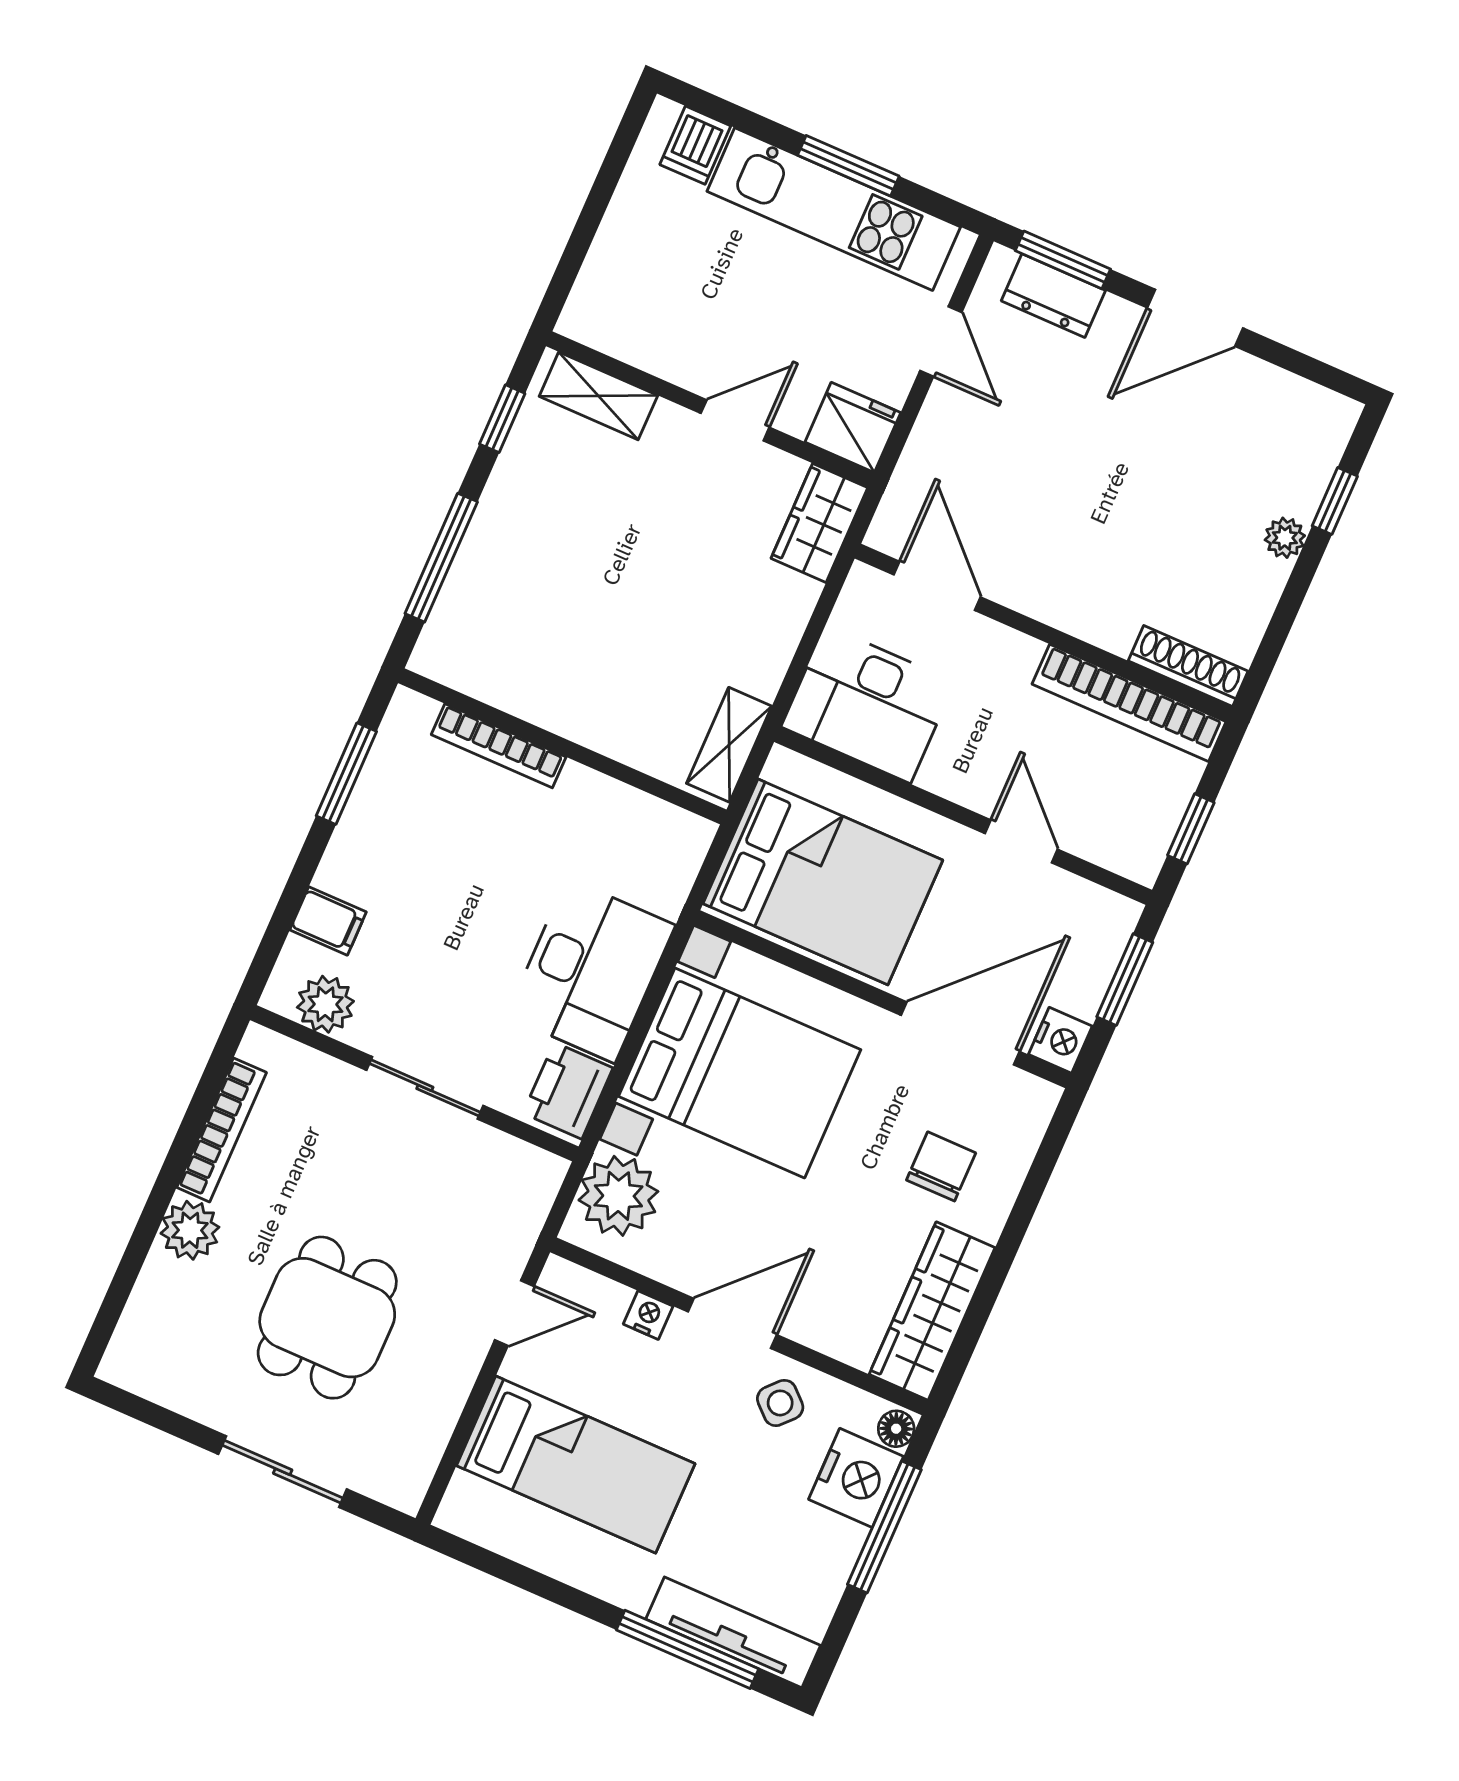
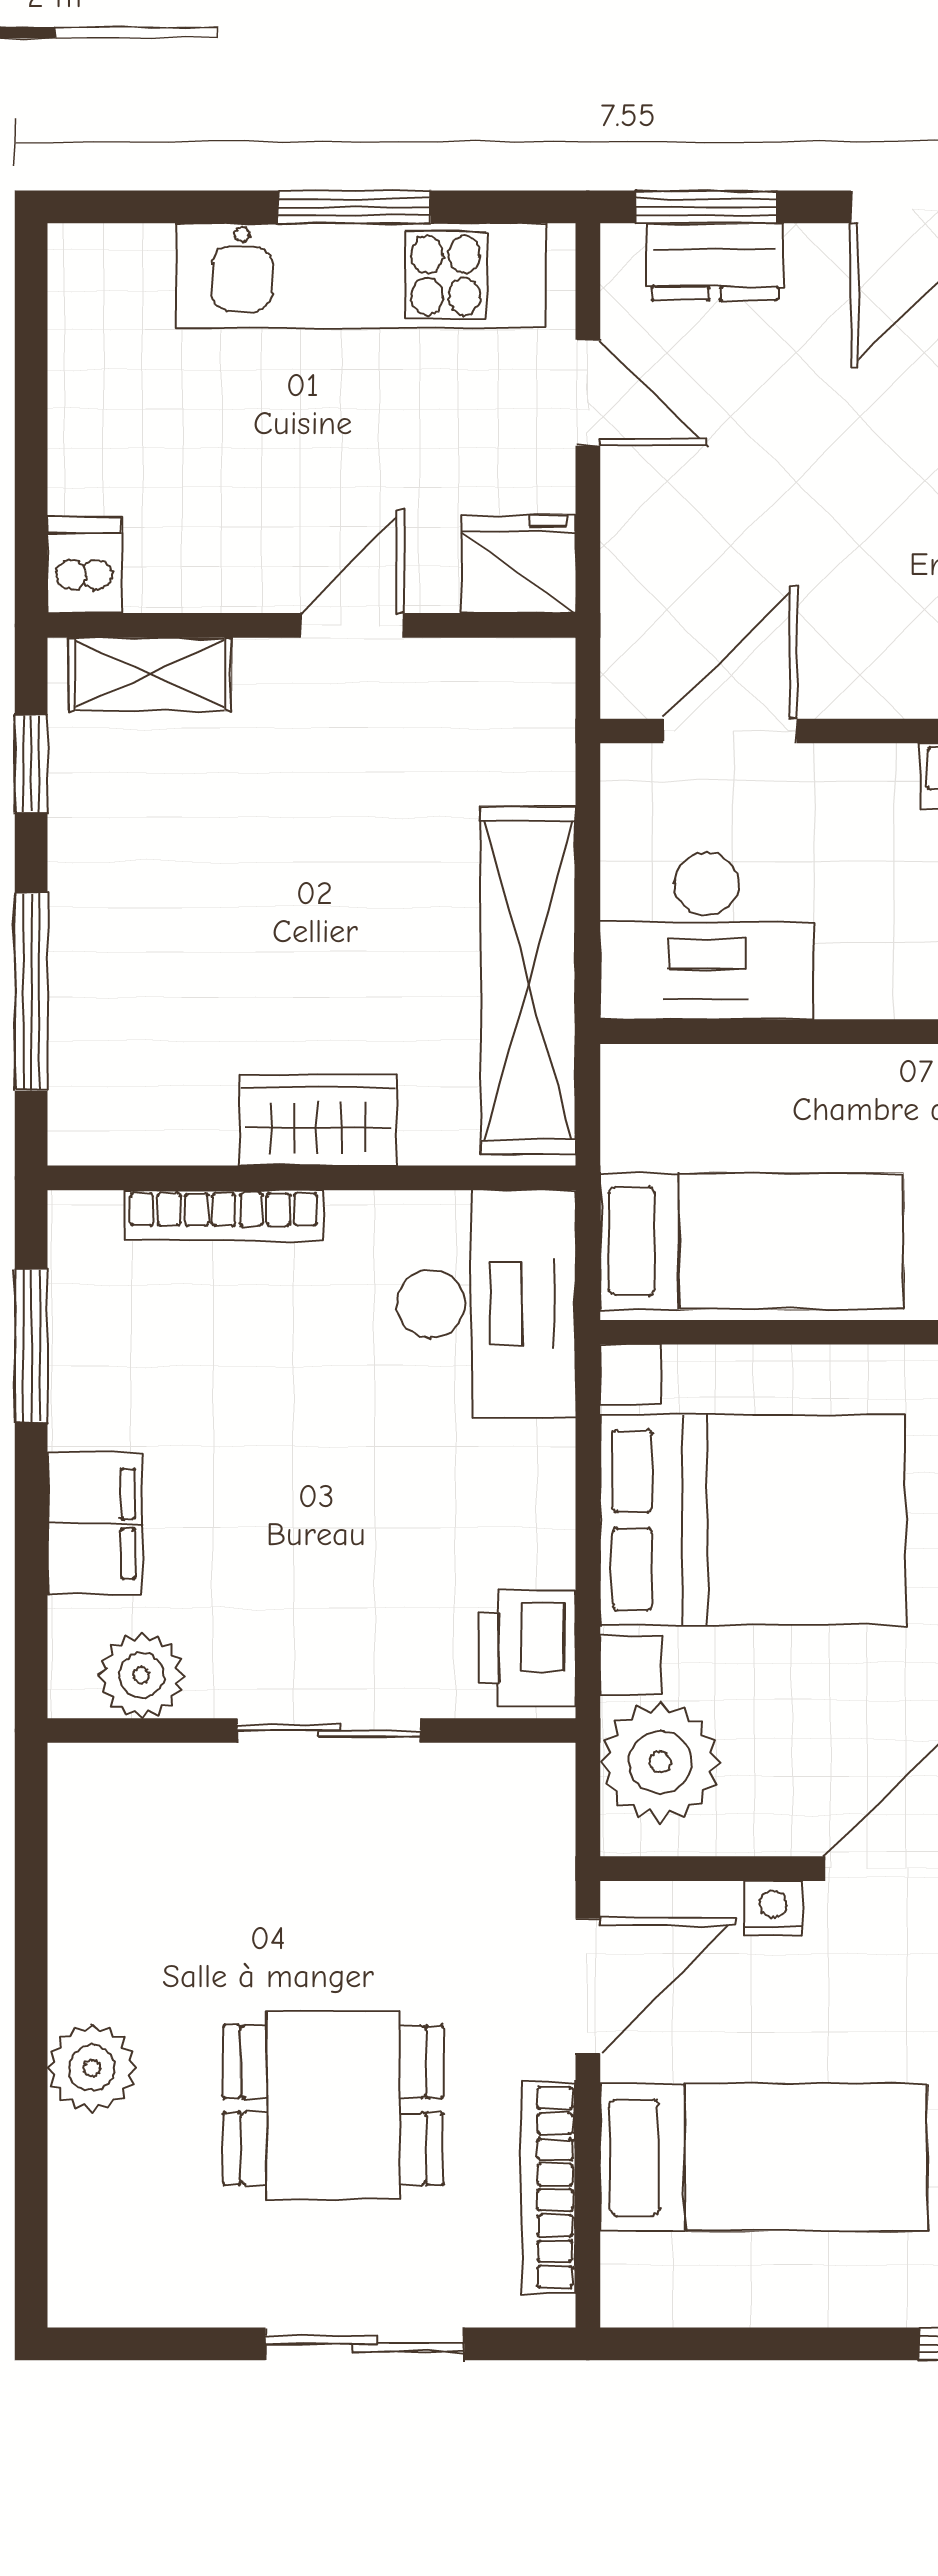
dishwasher: (695, 145) -> (85, 565), moved, turned 180
wardrobe: (819, 523) -> (318, 1120), moved, turned 90
door: (937, 586) -> (730, 731), hinge flipped
shelving: (729, 745) -> (528, 980), width x2.20, depth x1.33
bed: (823, 882) -> (752, 1241), width x0.67
filing cabinet: (328, 921) -> (95, 1524), width x2.00
desk: (591, 971) -> (486, 1304), moved
bookcase: (222, 1130) -> (548, 2187), moved, turned 180
door: (514, 1313) -> (588, 1986), width x1.38
dining table: (327, 1318) -> (333, 2105), turned 90

